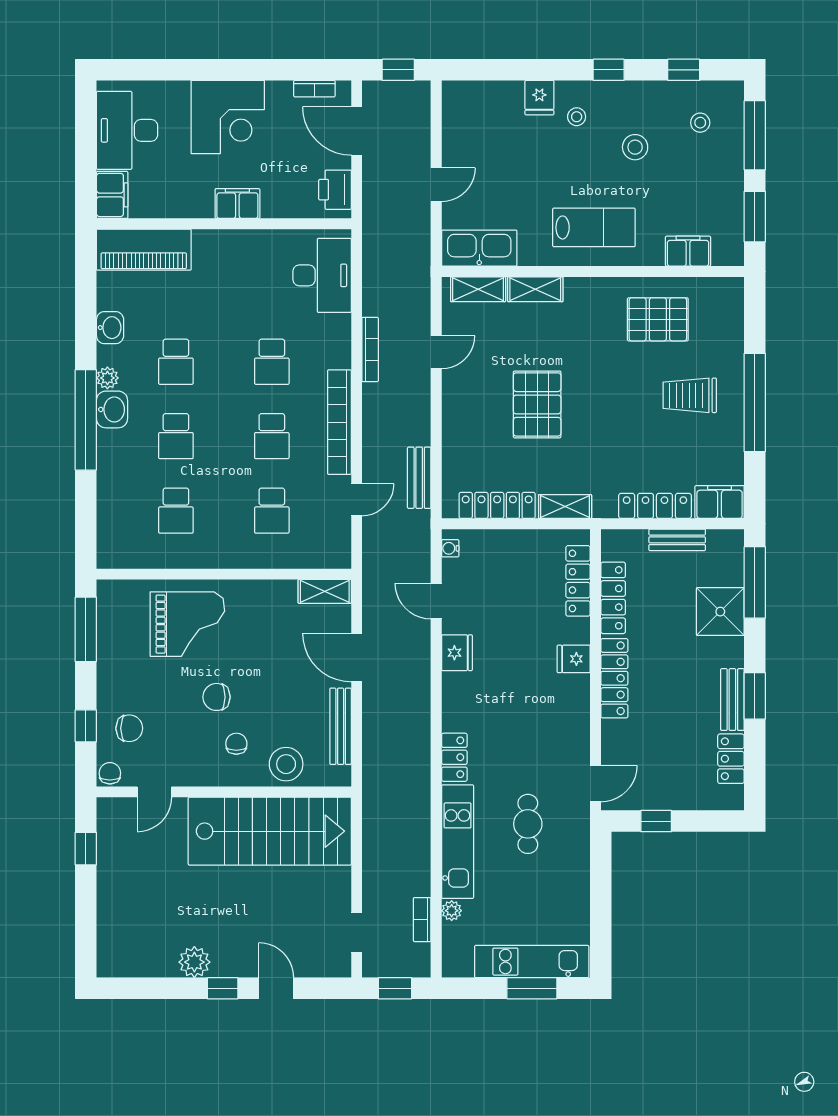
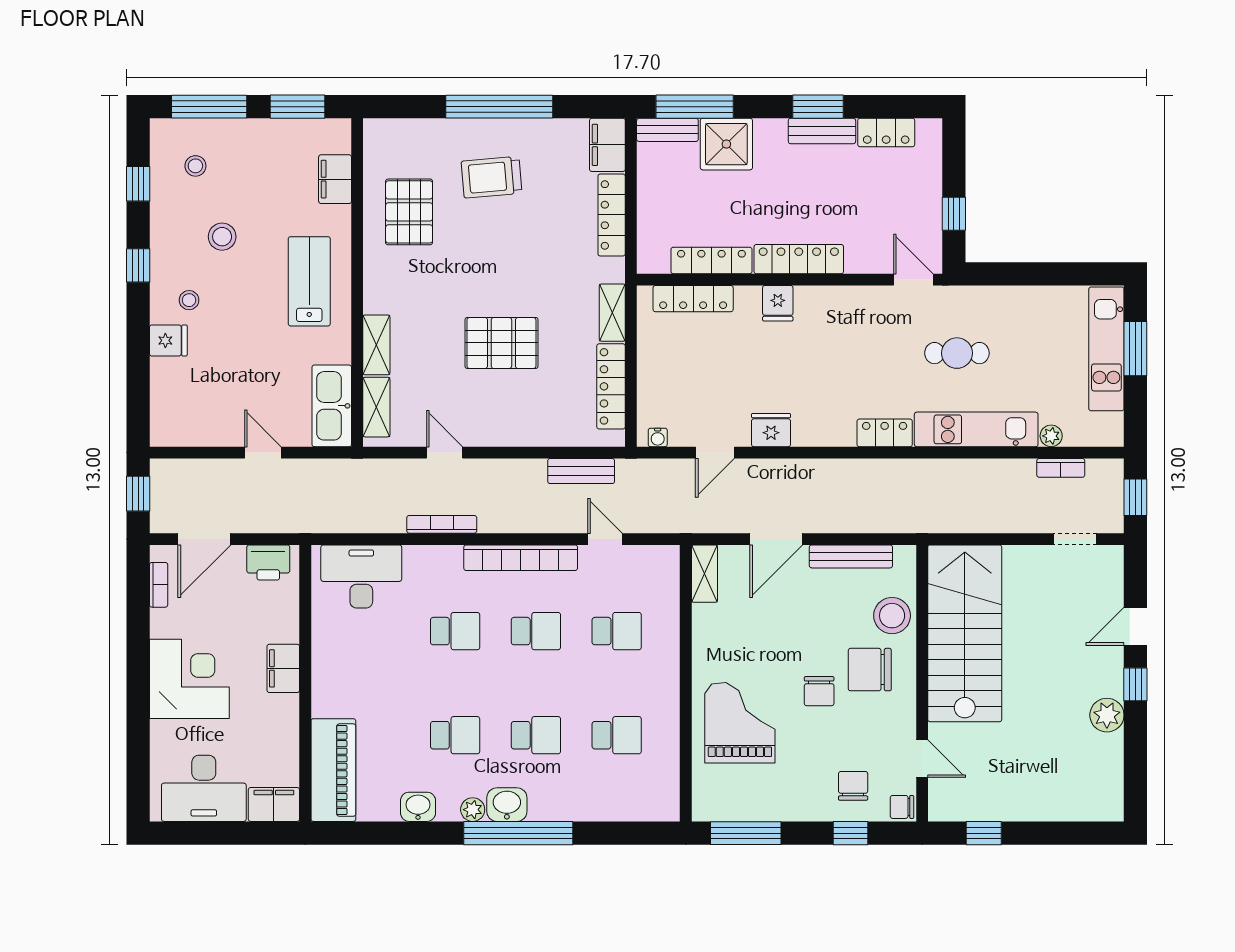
trolley: (690, 395) -> (492, 177), turned 85
bench: (677, 540) -> (667, 130), moved, turned 90
chair: (236, 744) -> (870, 670), width x1.87, depth x1.87

